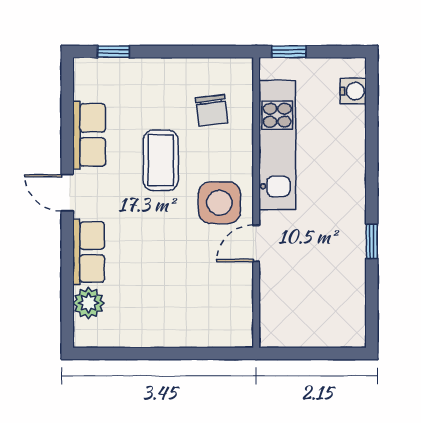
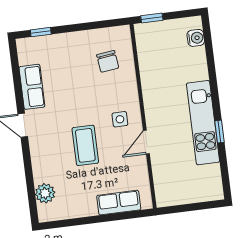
kitchen unit: (277, 145) -> (203, 123), moved, turned 180
coffee table: (161, 160) -> (85, 145), moved
side table: (219, 203) -> (120, 119), width x0.54, depth x0.54
row of seats: (89, 252) -> (119, 203), moved, turned -90

